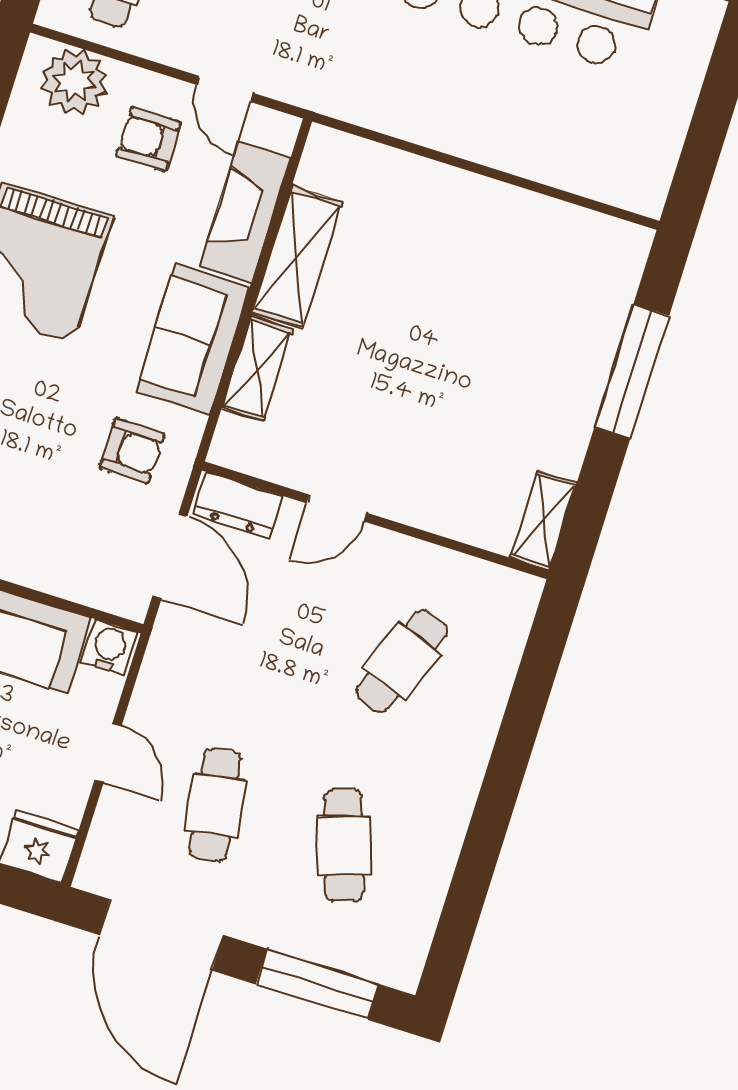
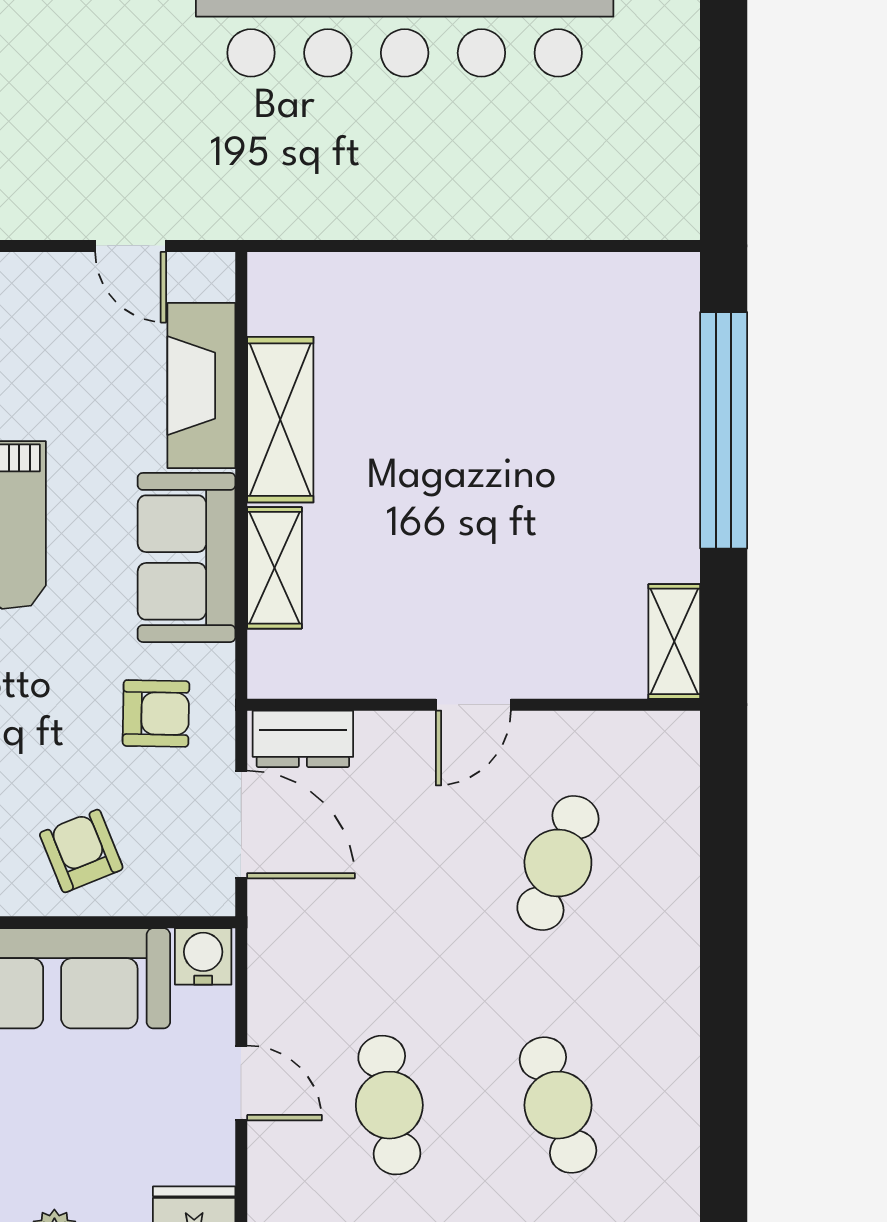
armchair: (149, 139) -> (81, 851), moved, turned 68
window: (632, 372) -> (724, 430), width x1.46
door: (336, 508) -> (473, 705), moved

